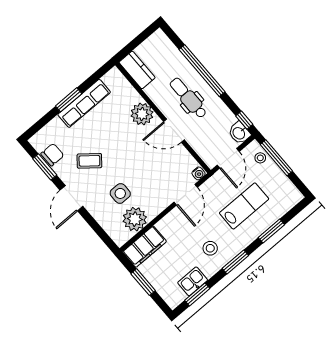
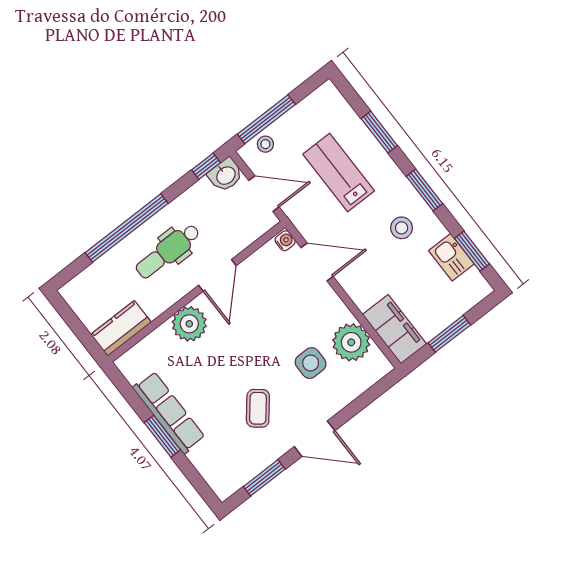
chair: (52, 155) -> (246, 465), removed

